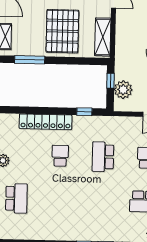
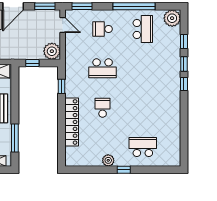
plant: (123, 90) -> (52, 51), moved
school desk: (60, 156) -> (103, 108), turned 90

